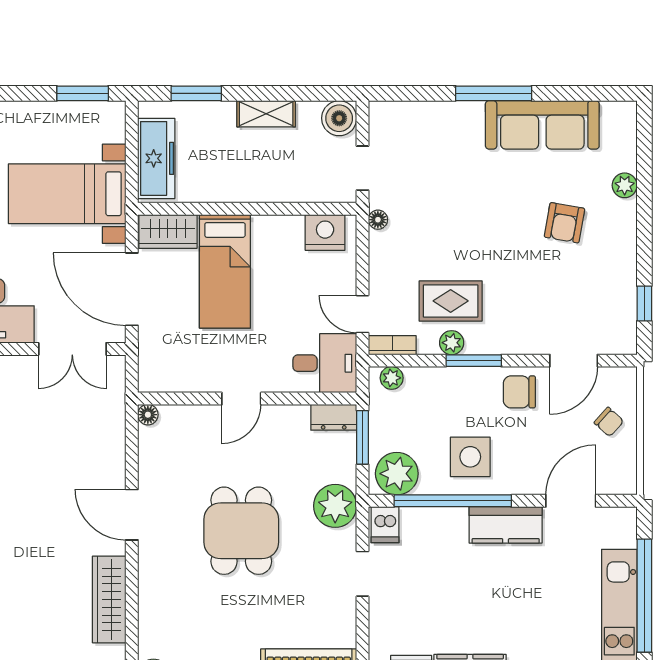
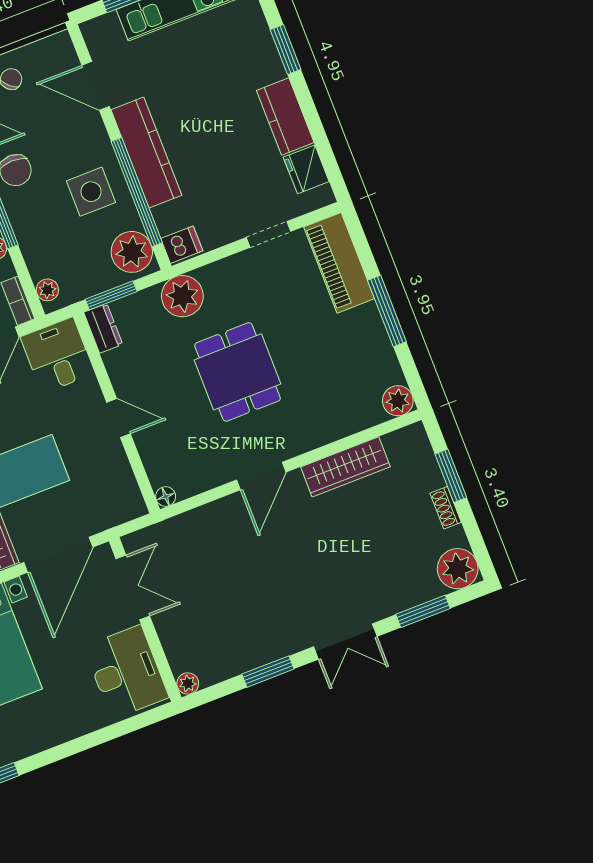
kitchen counter: (506, 525) -> (146, 153), width x1.50
dining table: (241, 531) -> (237, 372), turned 90
doorway: (362, 574) -> (268, 234), moved

